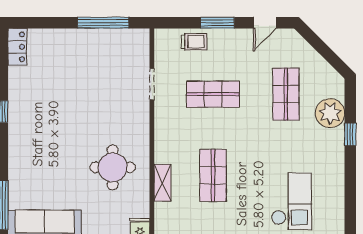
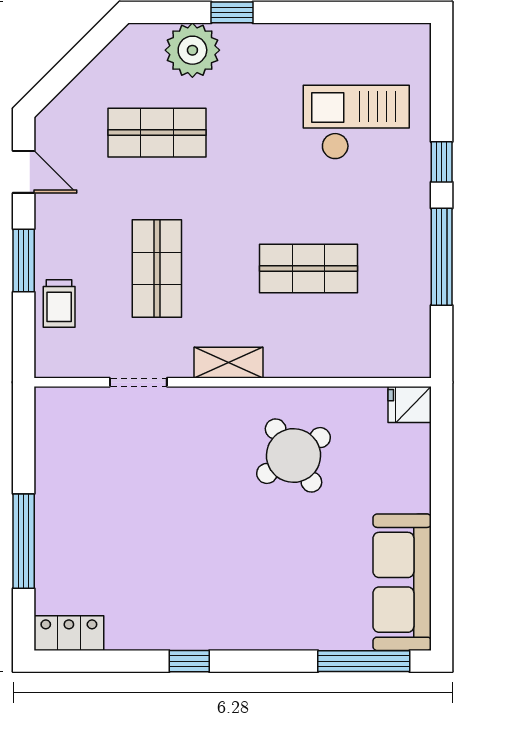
window: (103, 23) -> (24, 541), moved
trolley: (194, 42) -> (59, 304), turned 180
round table: (113, 167) -> (294, 456), turned -34
shelving: (162, 183) -> (229, 363), moved

